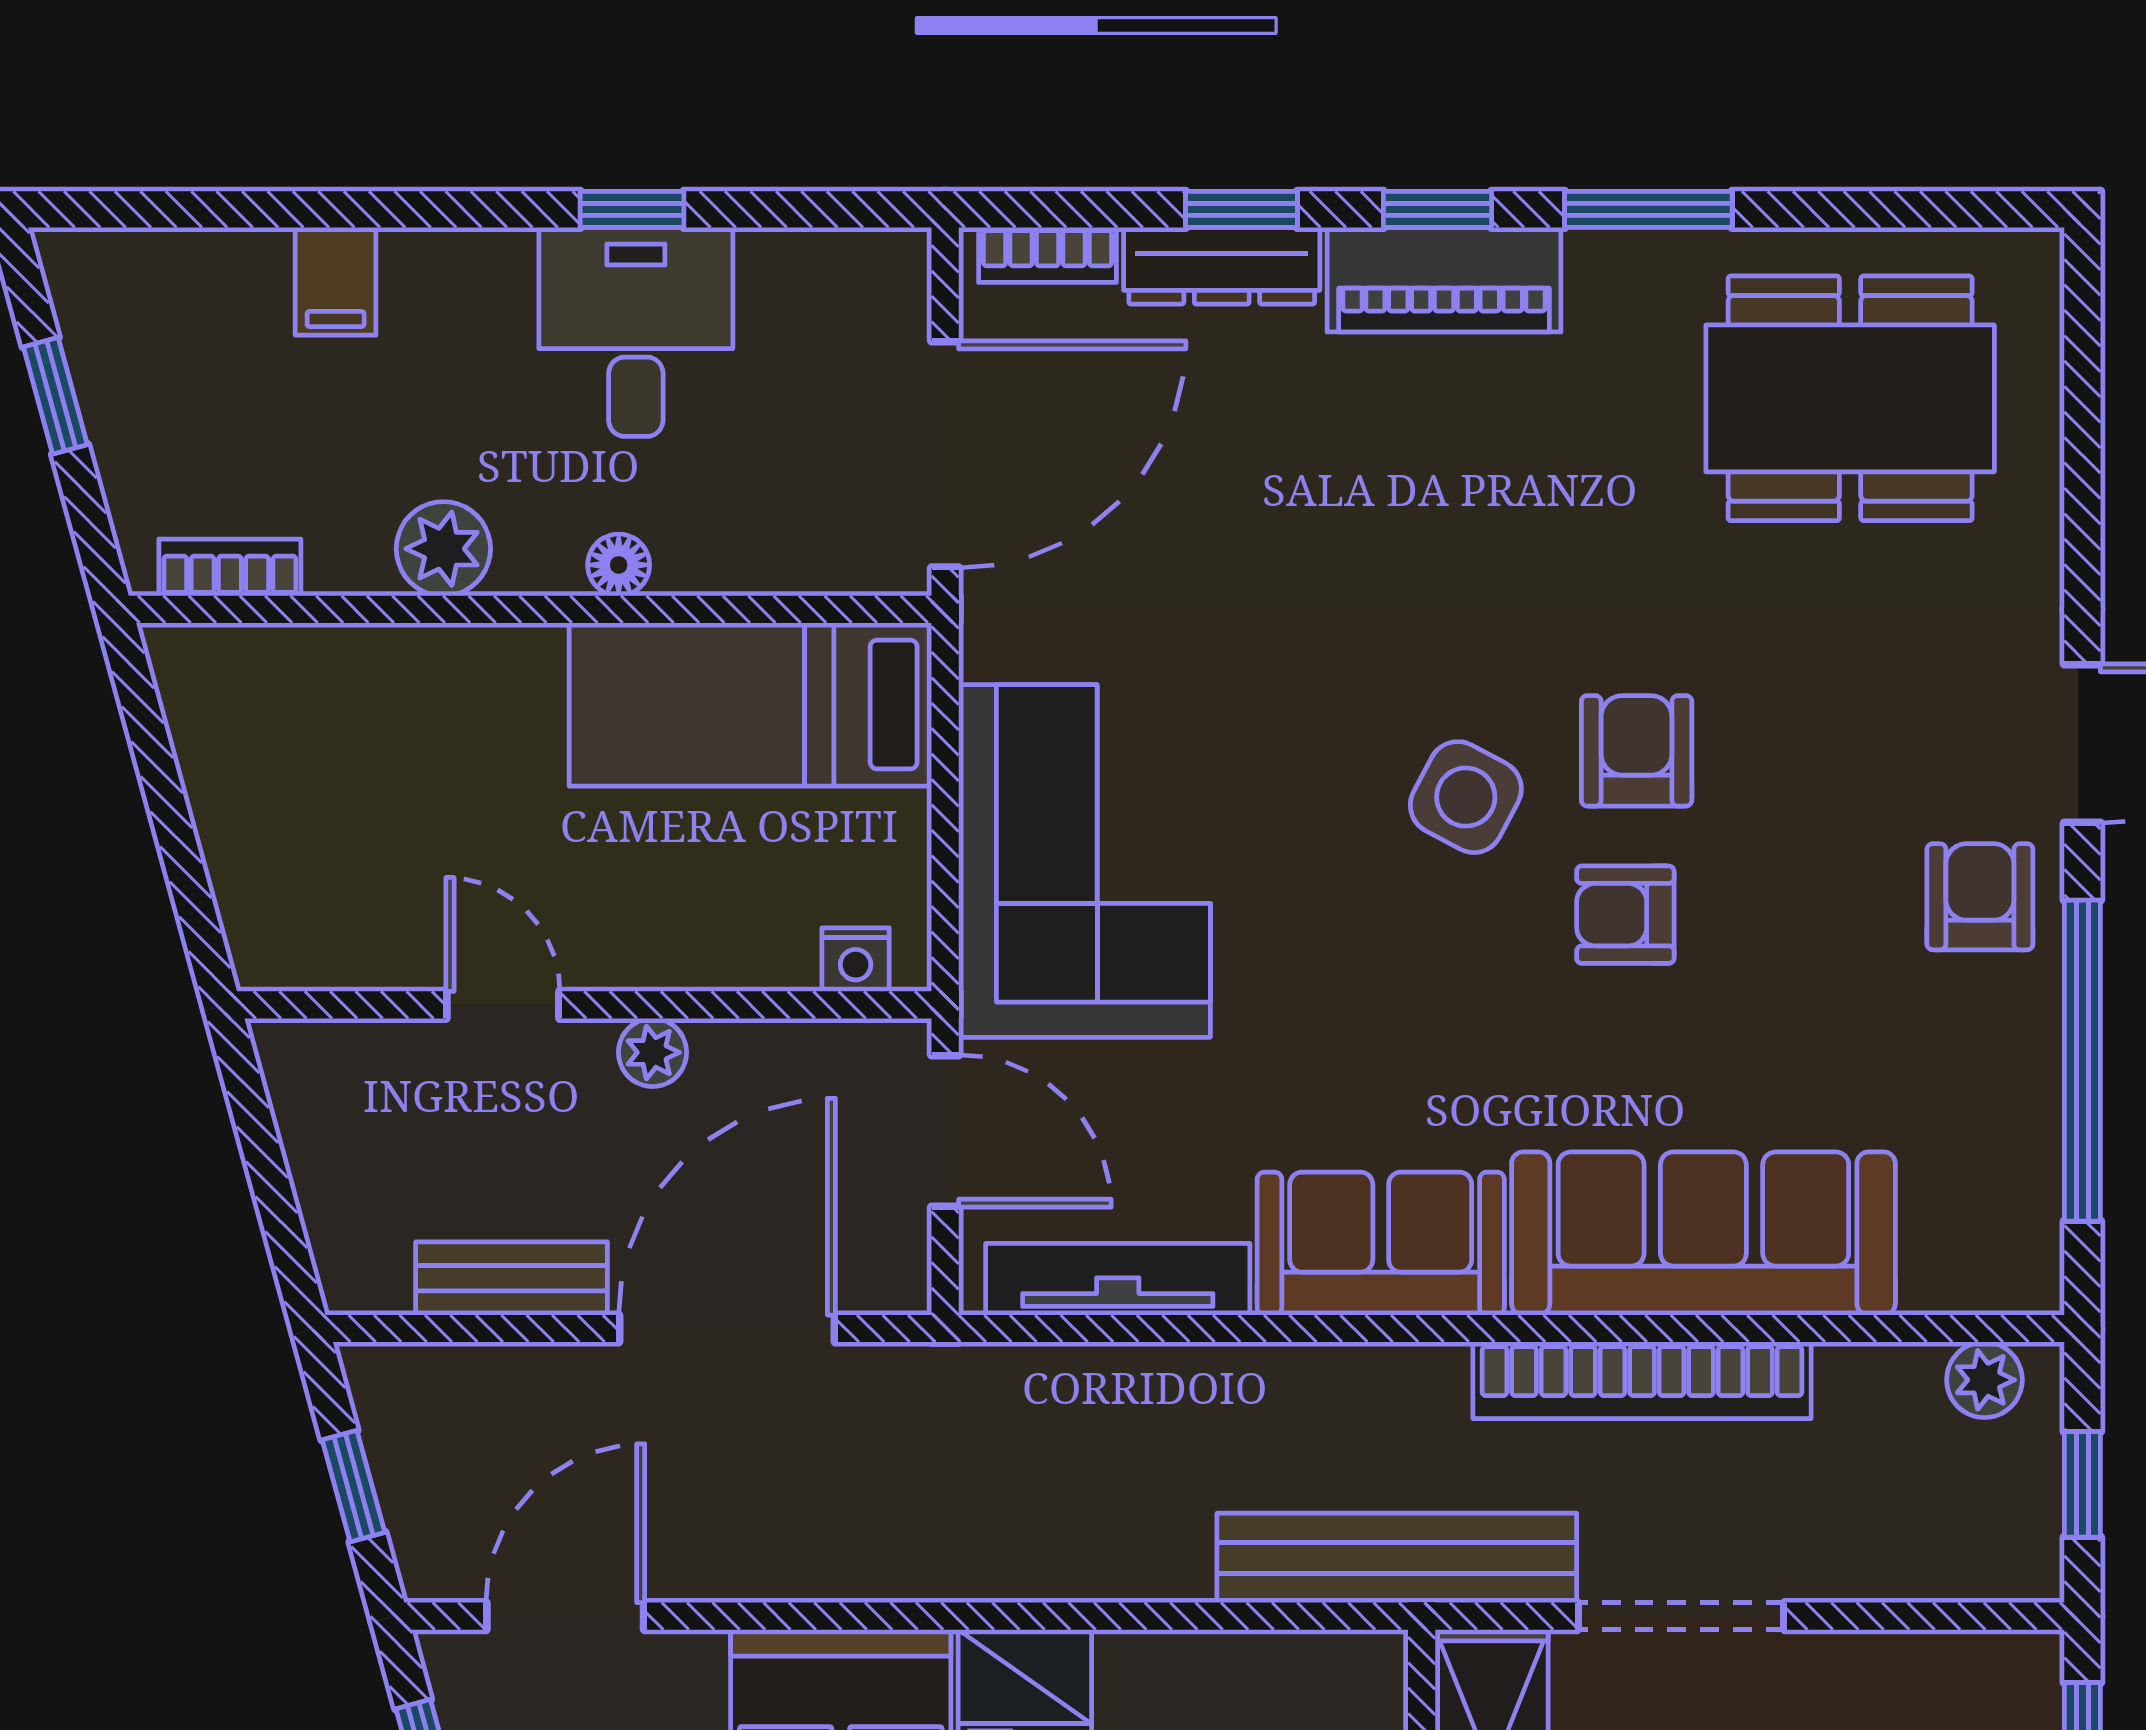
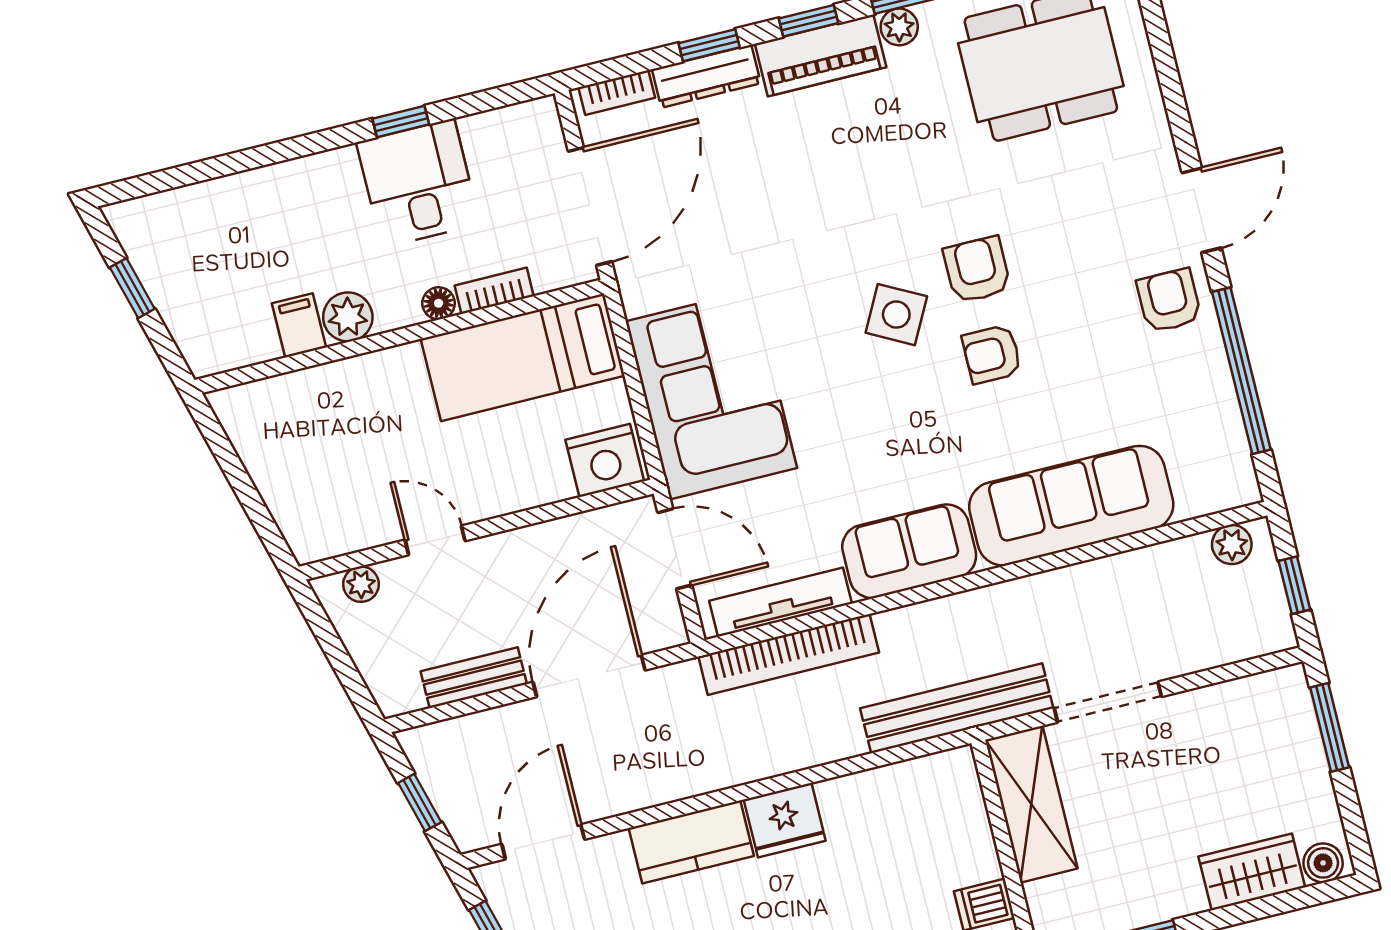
plant: (1604, 263) -> (899, 27), added
filing cabinet: (336, 281) -> (299, 325), moved, turned 180
bookcase: (230, 567) -> (494, 291), moved
nightstand: (856, 960) -> (605, 460), width x1.89, depth x1.79
plant: (652, 1052) -> (361, 584), moved
bookcase: (1642, 1380) -> (789, 654), moved

